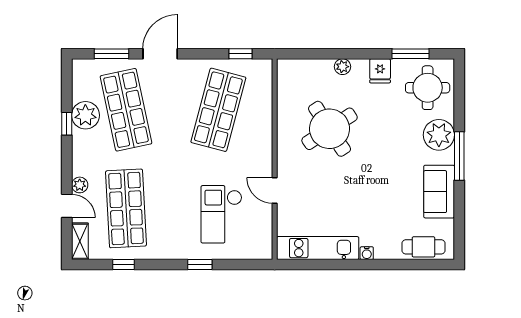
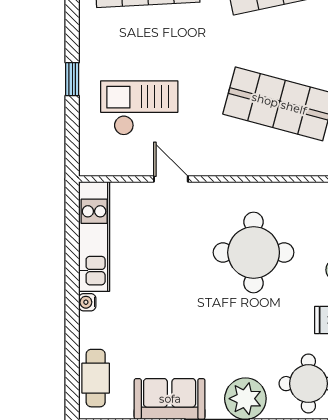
round table: (330, 129) -> (254, 252), turned 33
door: (275, 191) -> (171, 179), hinge flipped

